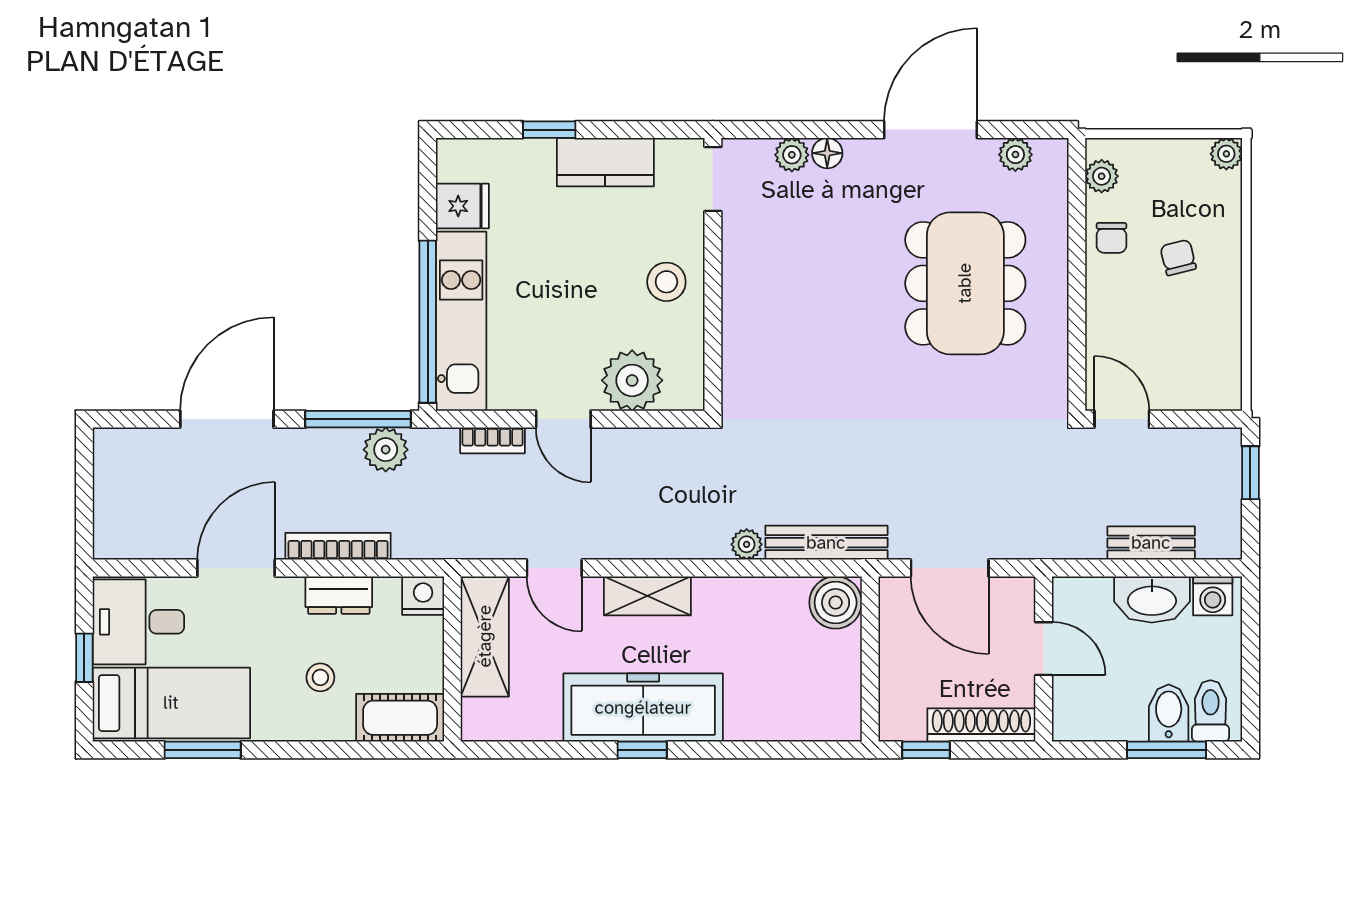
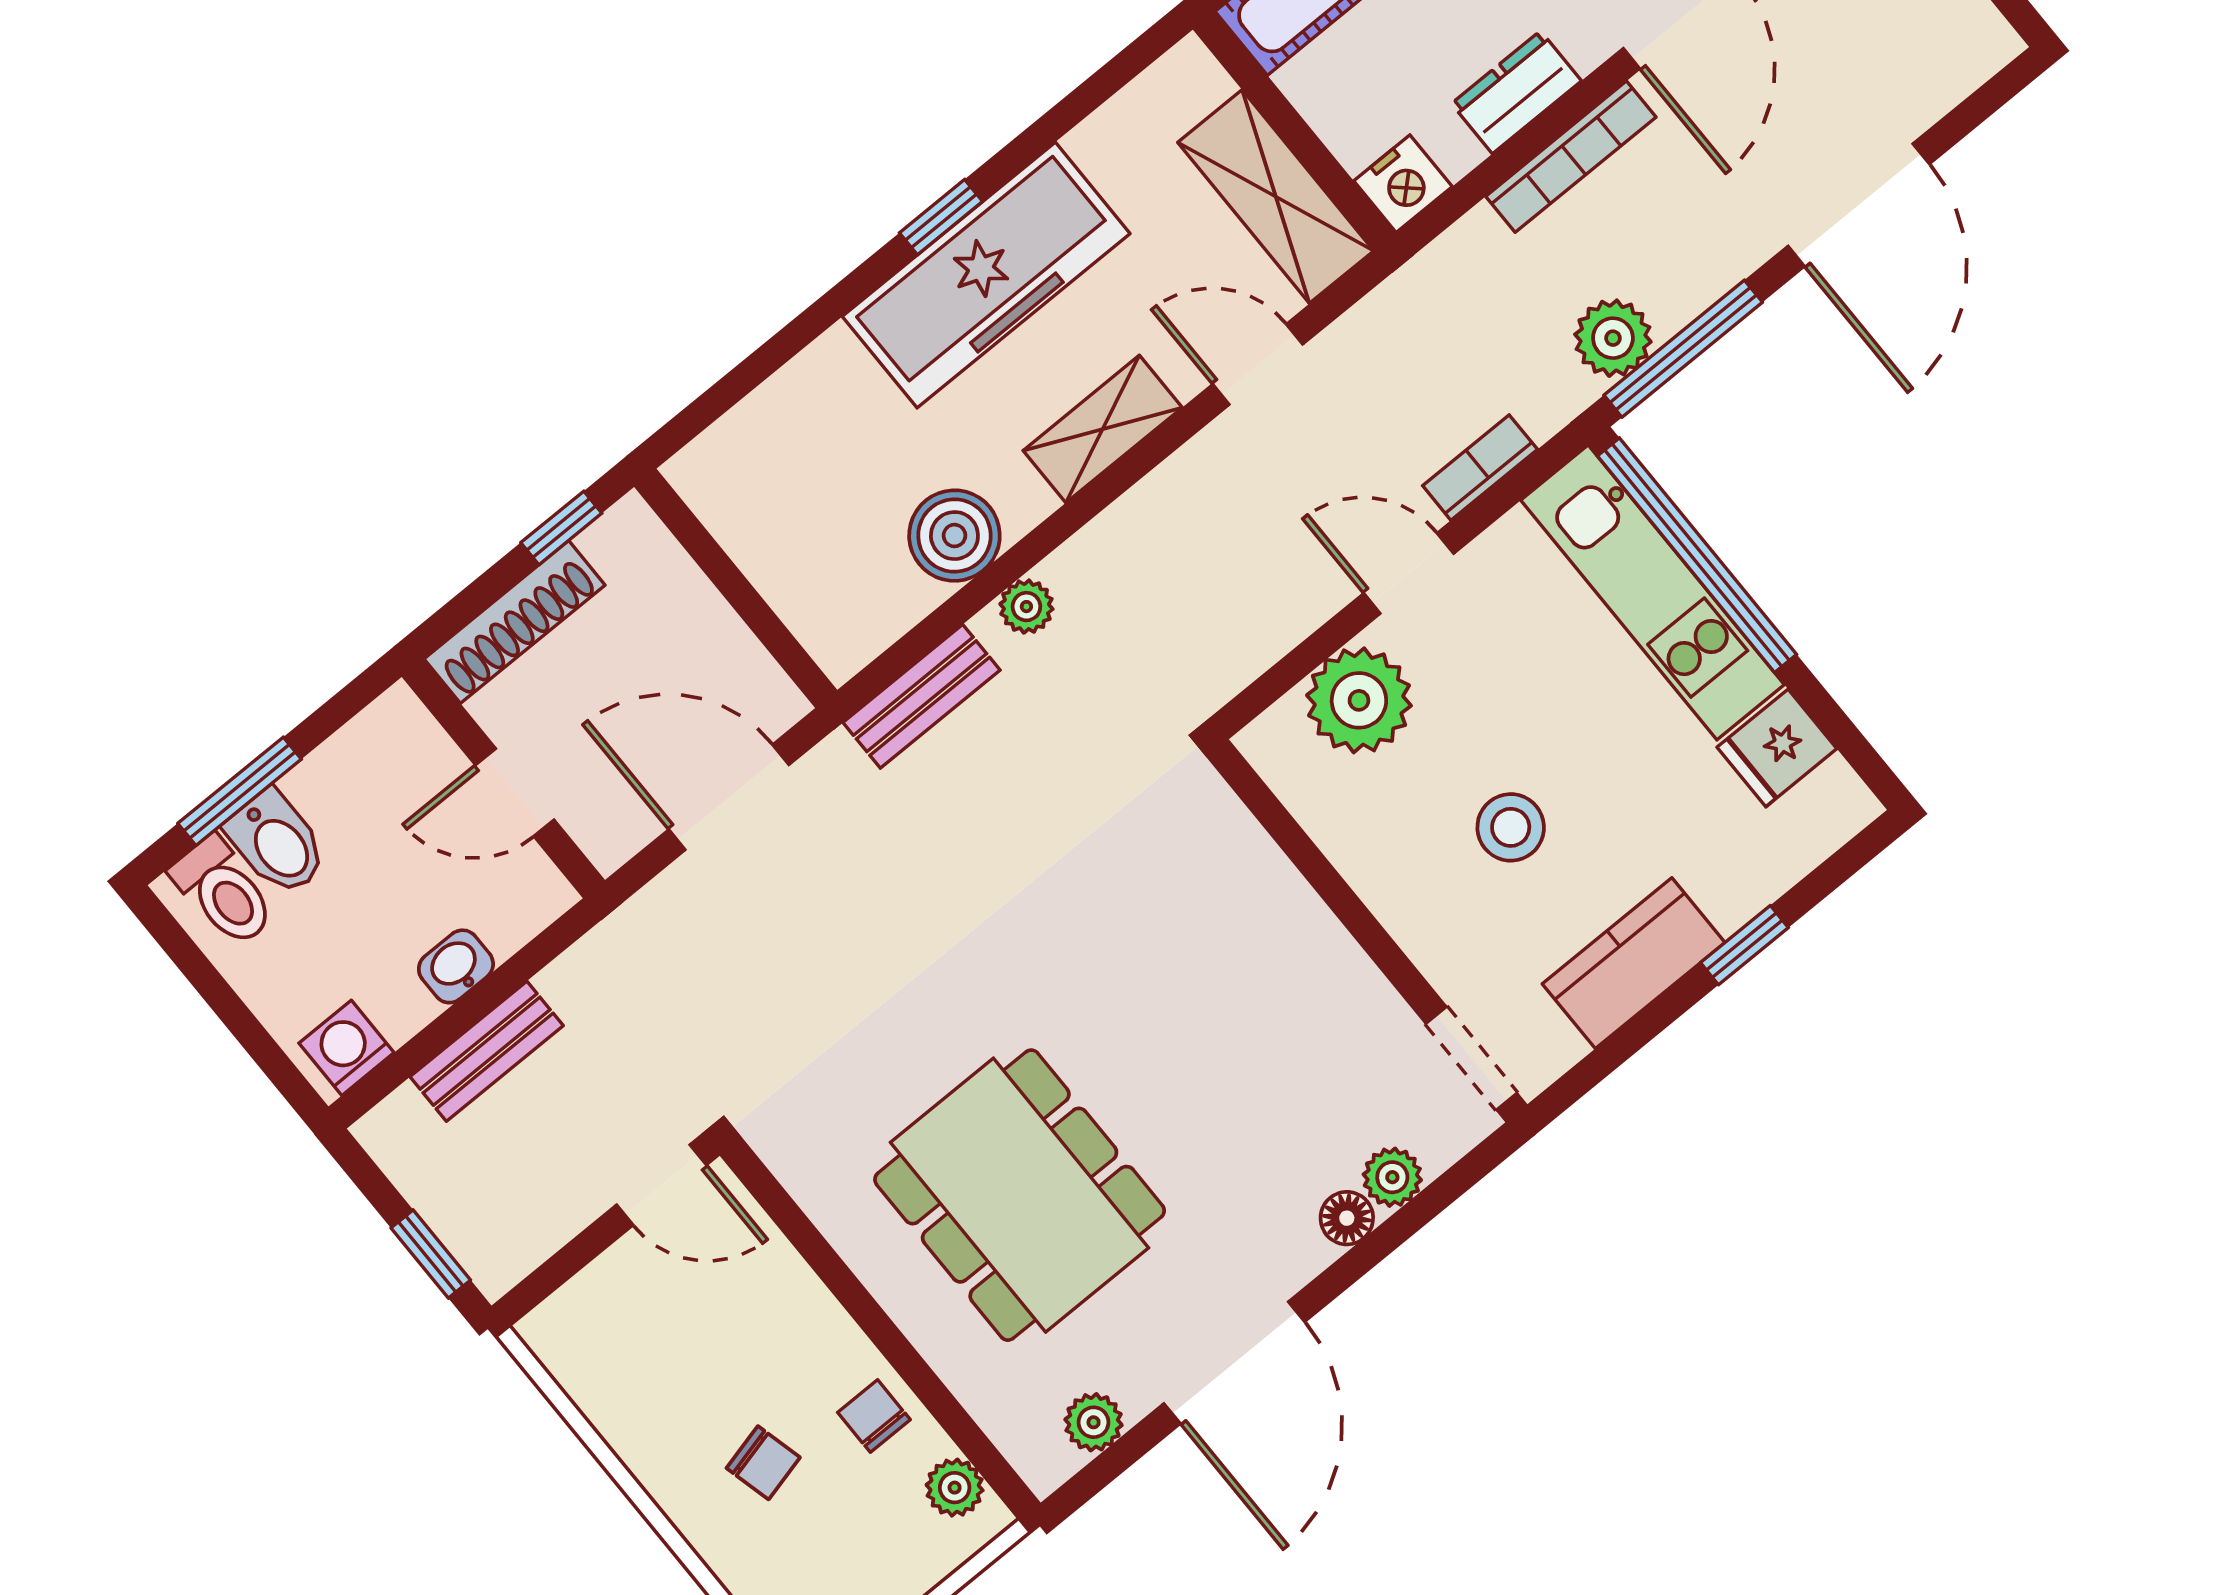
stool: (666, 282) -> (1511, 827), moved
bench: (826, 543) -> (922, 696), width x0.73
washbasin: (1152, 599) -> (456, 966), width x0.52, depth x0.69
boiler: (836, 602) -> (954, 536), moved

